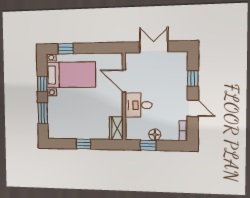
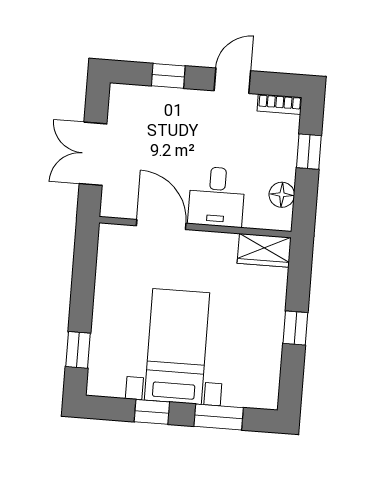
bed with nightstands: (71, 75) -> (177, 346), moved
door: (124, 81) -> (161, 225), swing flipped
floor lamp: (155, 135) -> (282, 195), moved
window: (148, 145) -> (309, 152), moved

